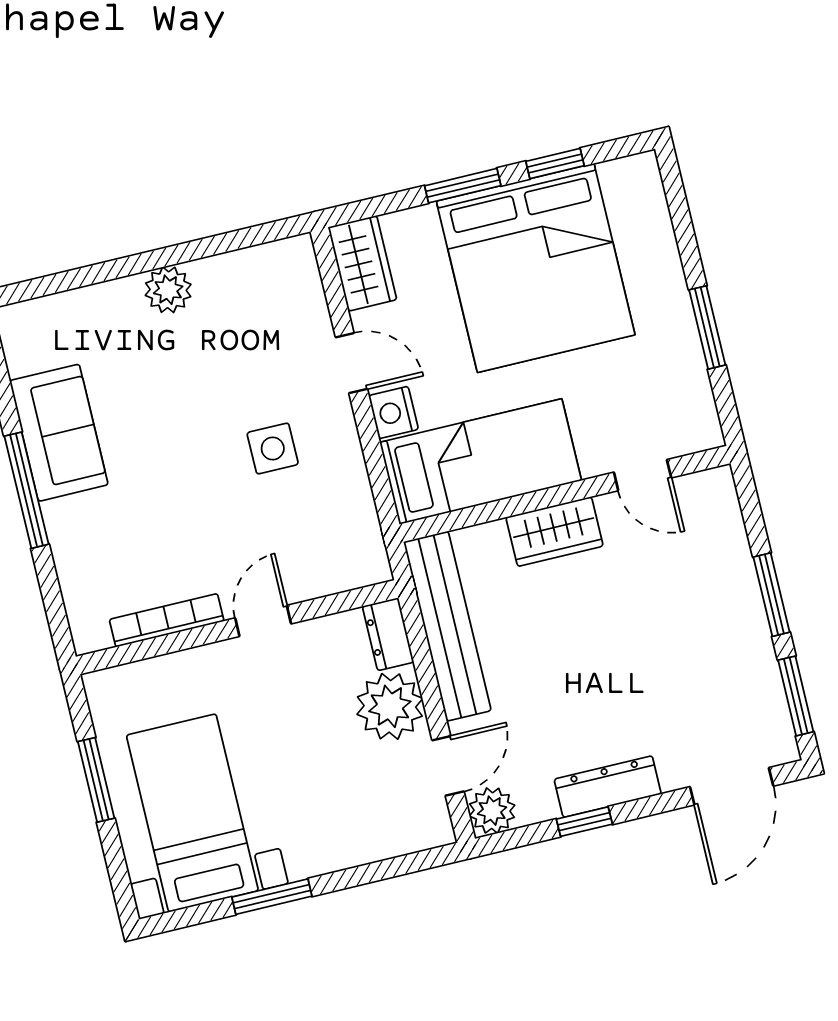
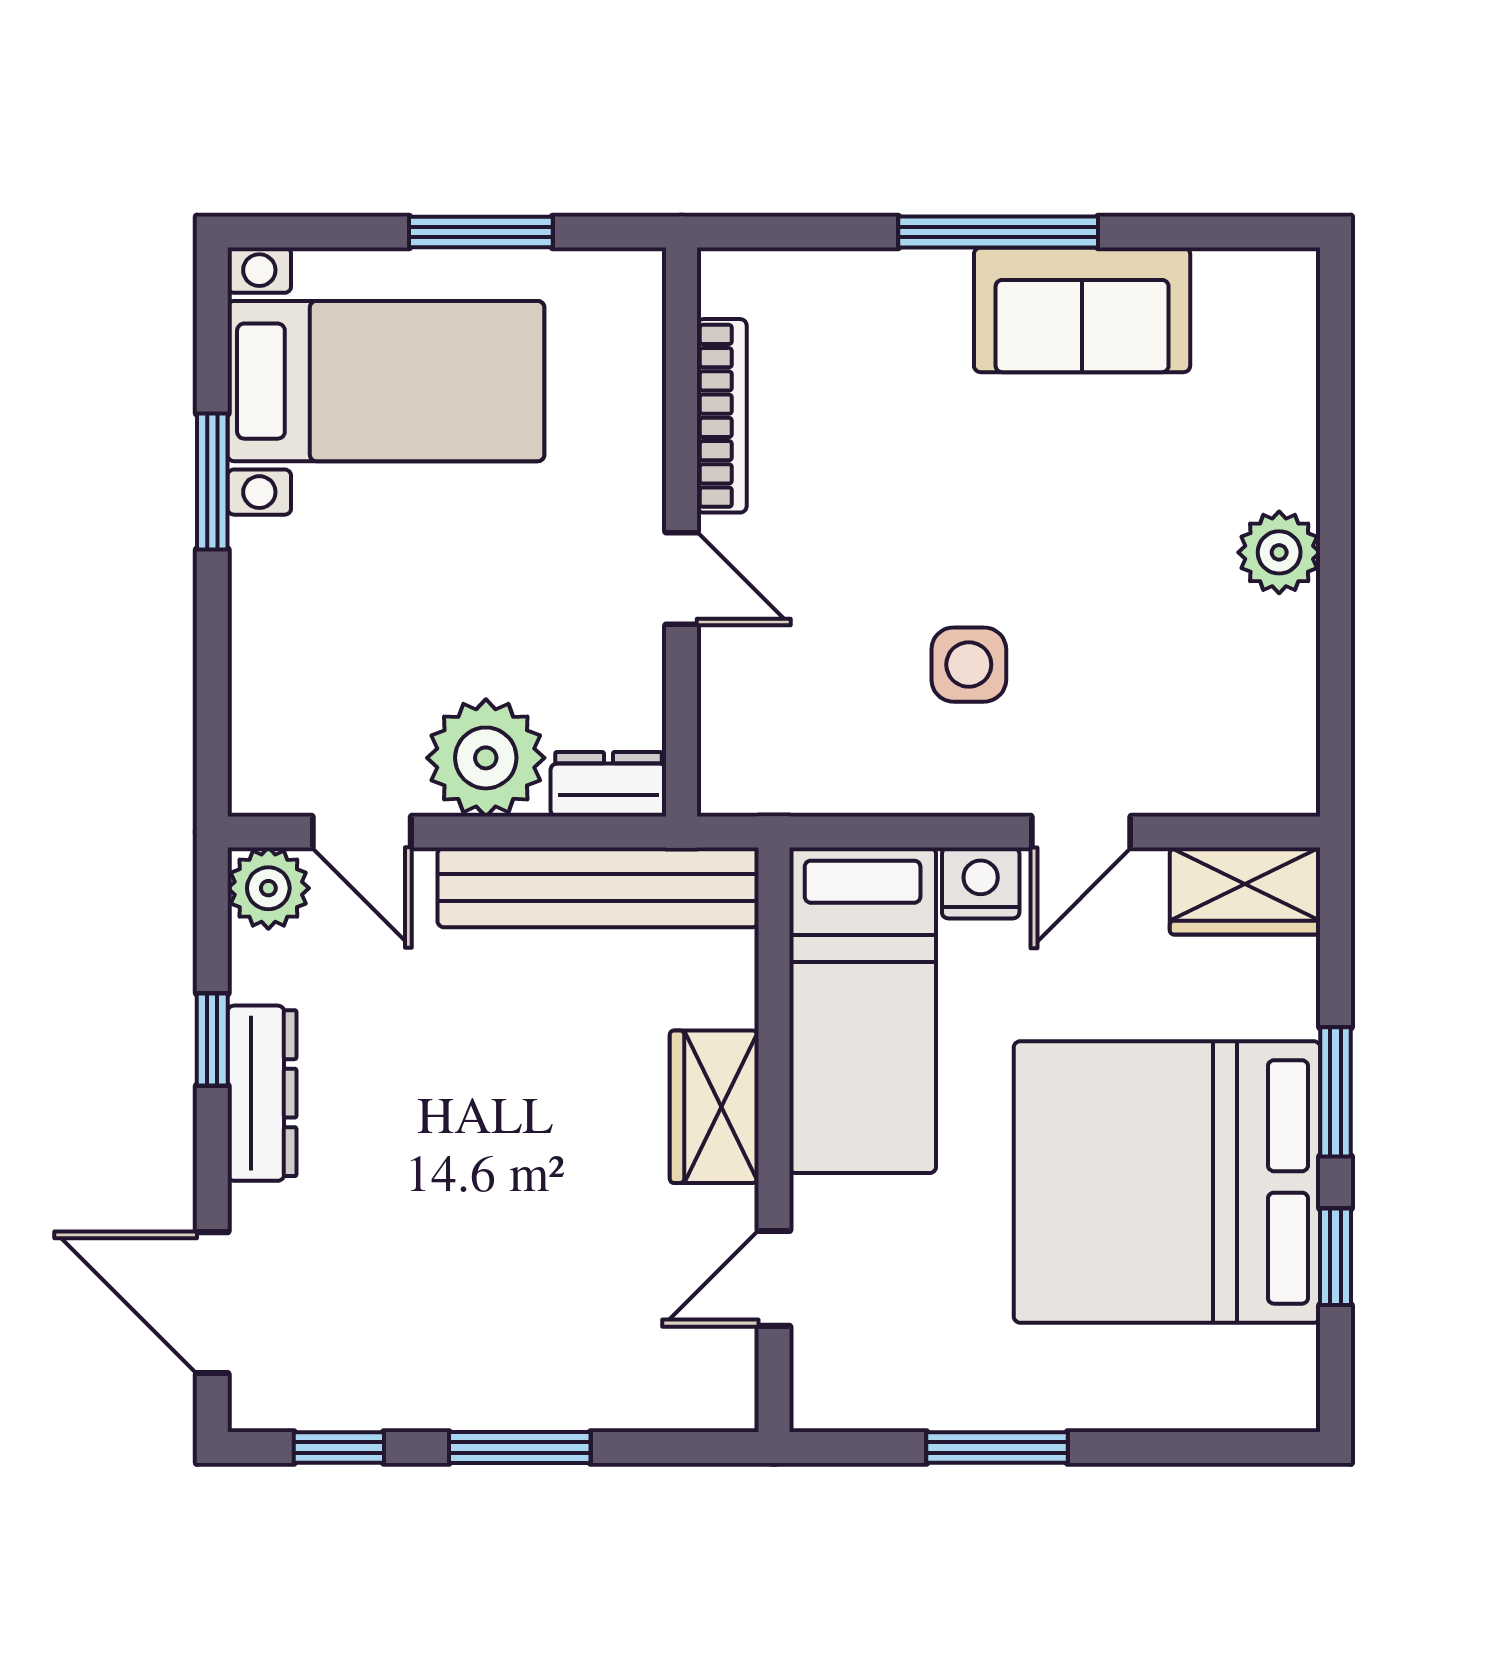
window: (796, 696) -> (339, 1448), width x0.67

